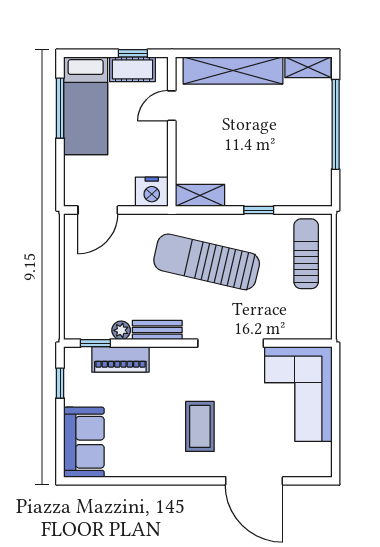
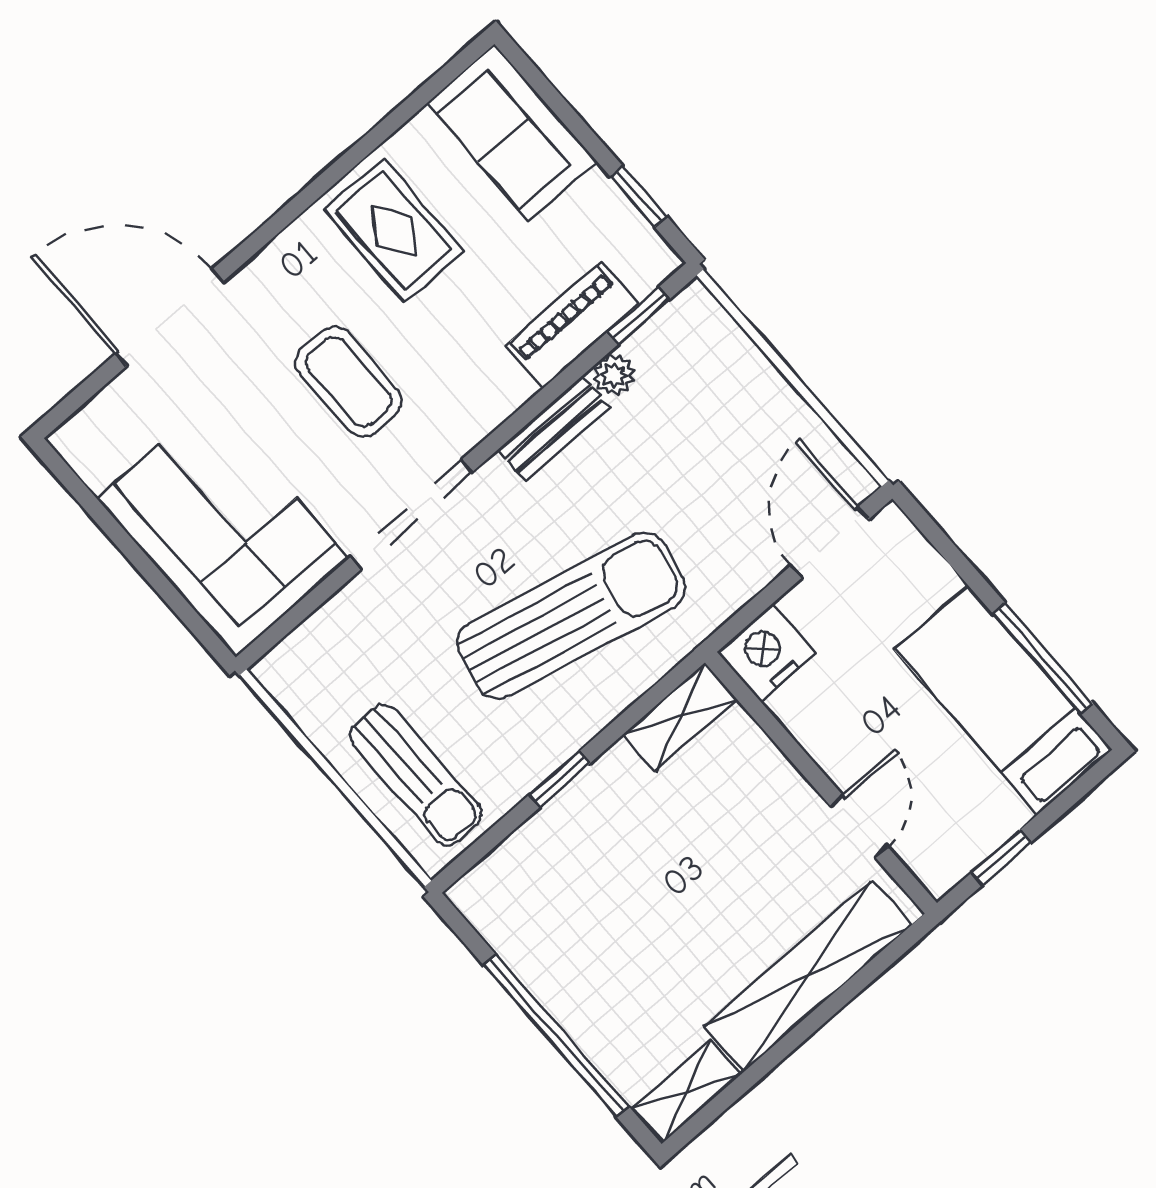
cot: (132, 69) -> (978, 830), removed
coffee table: (200, 426) -> (349, 382), moved
rug: (153, 444) -> (394, 231), added

